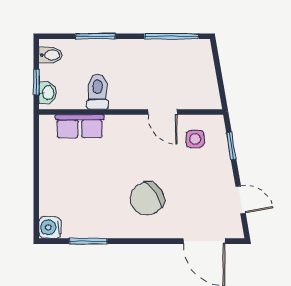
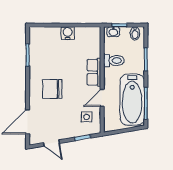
bathtub: (165, 60) -> (132, 100), added
row of seats: (80, 126) -> (94, 72), moved
chair: (147, 198) -> (52, 89), turned -57
door: (241, 200) -> (51, 143), hinge flipped
water cooler: (50, 227) -> (68, 33), moved

